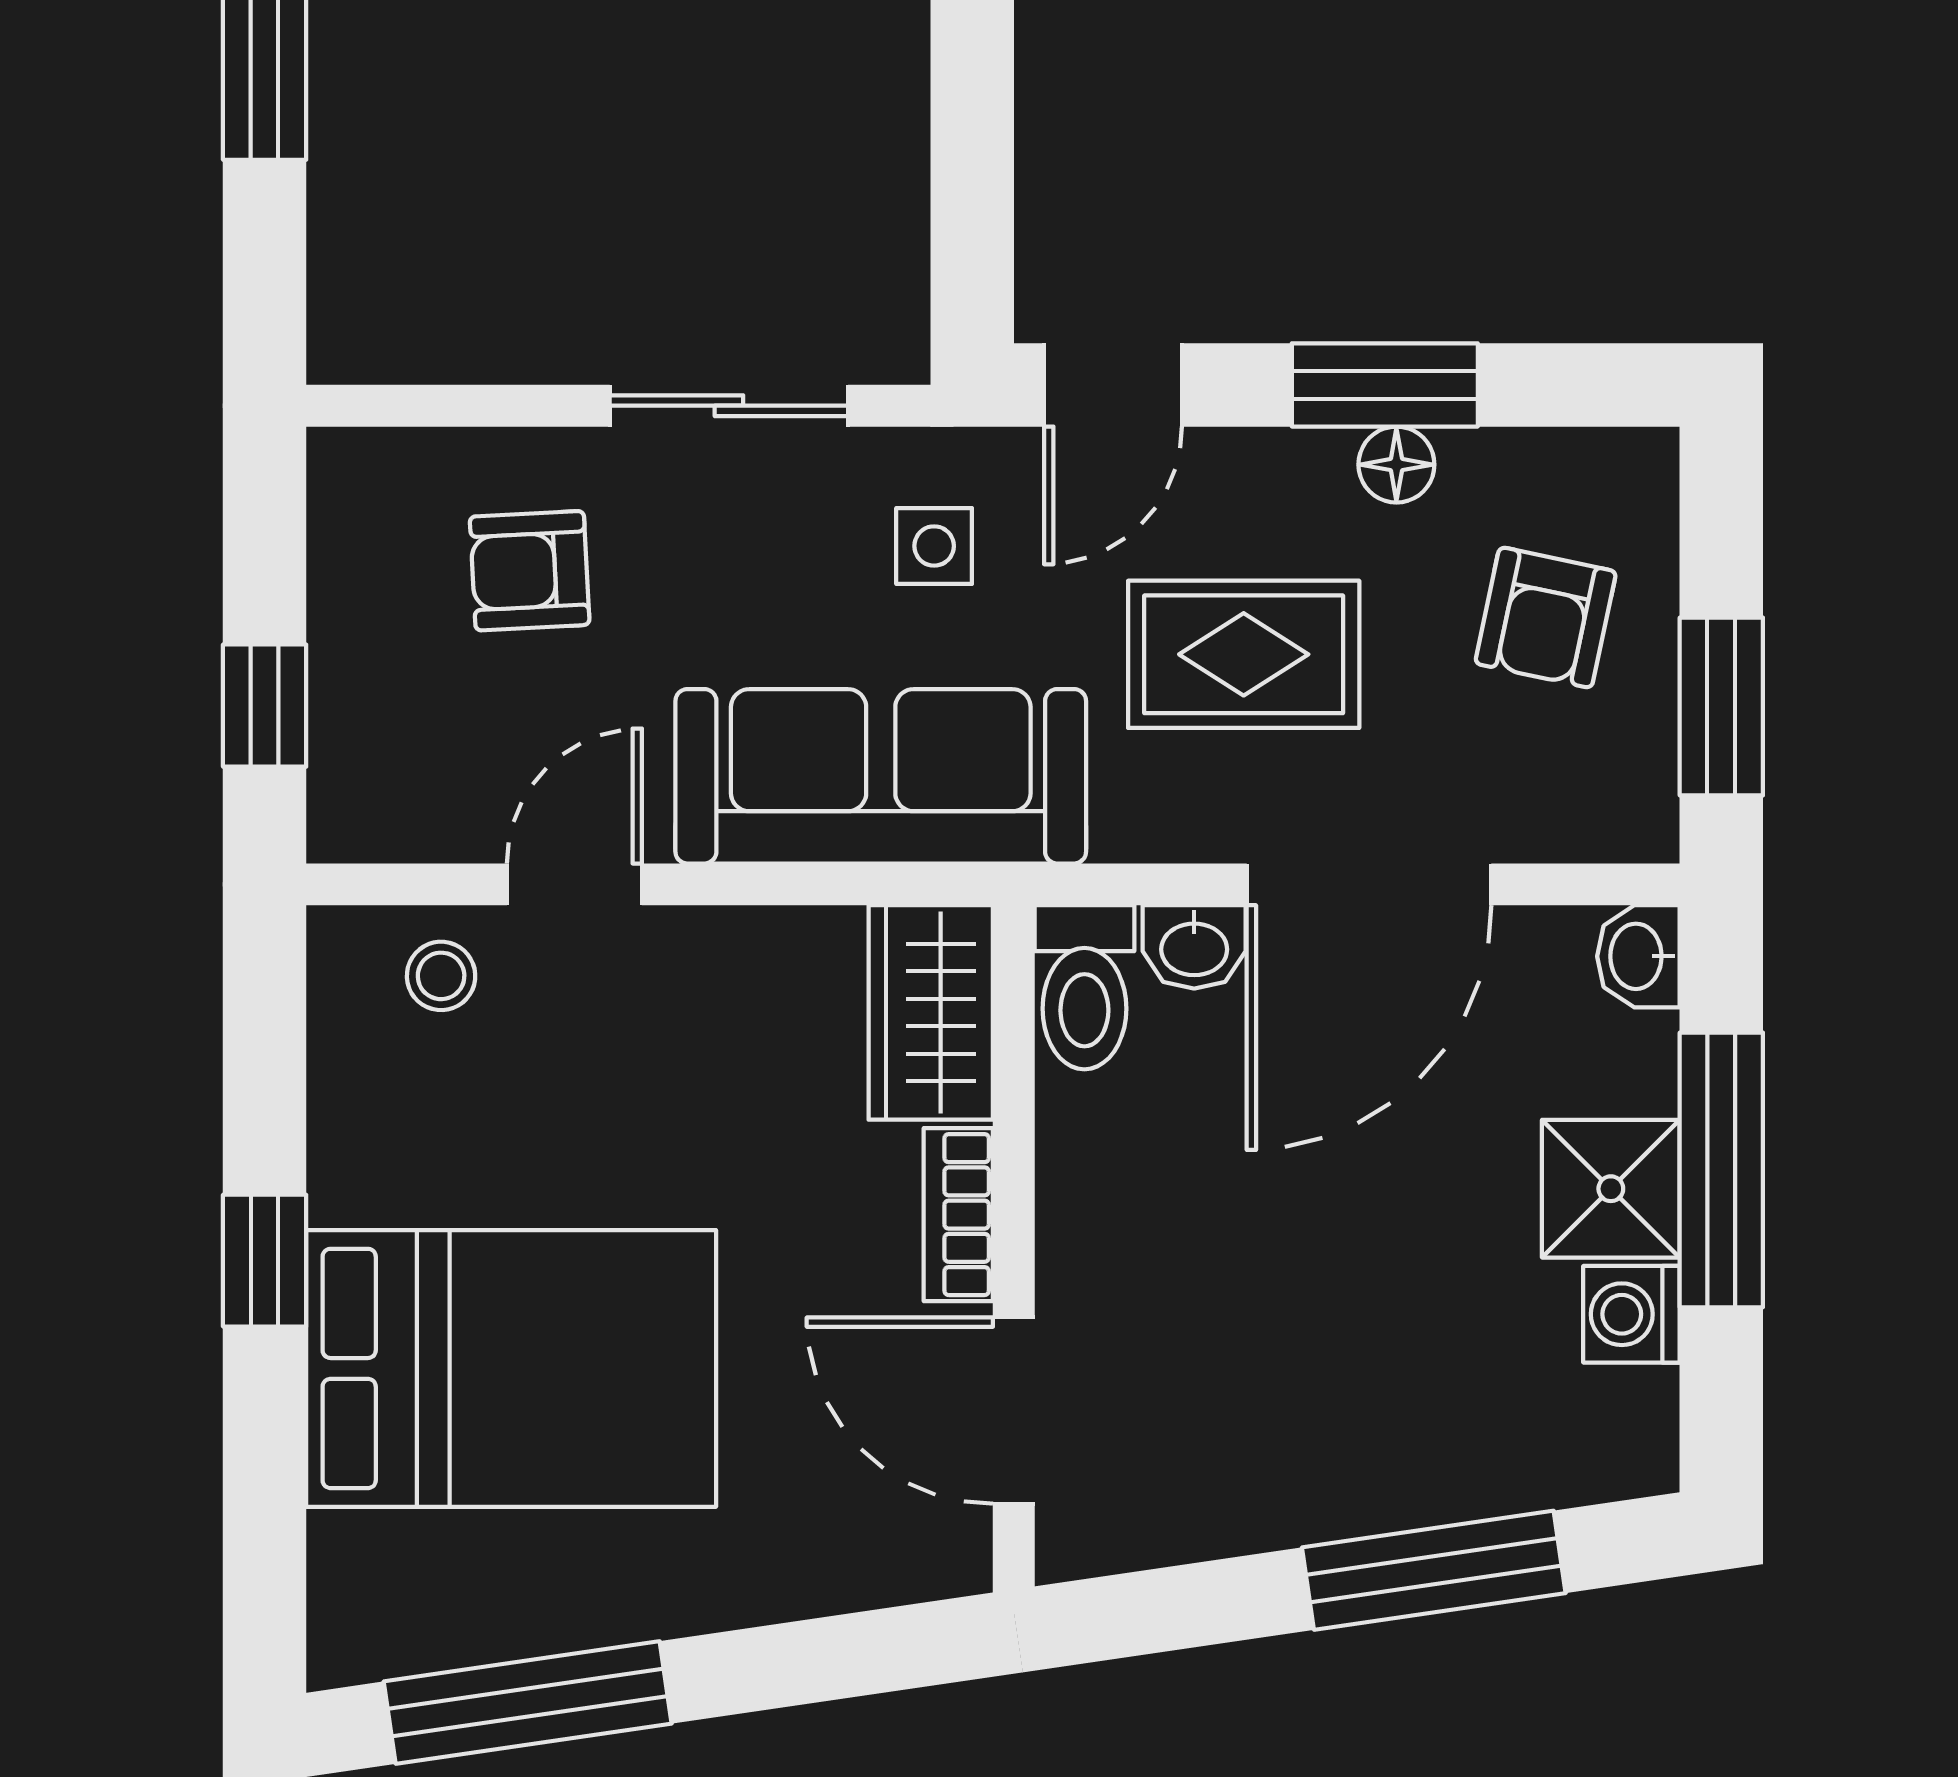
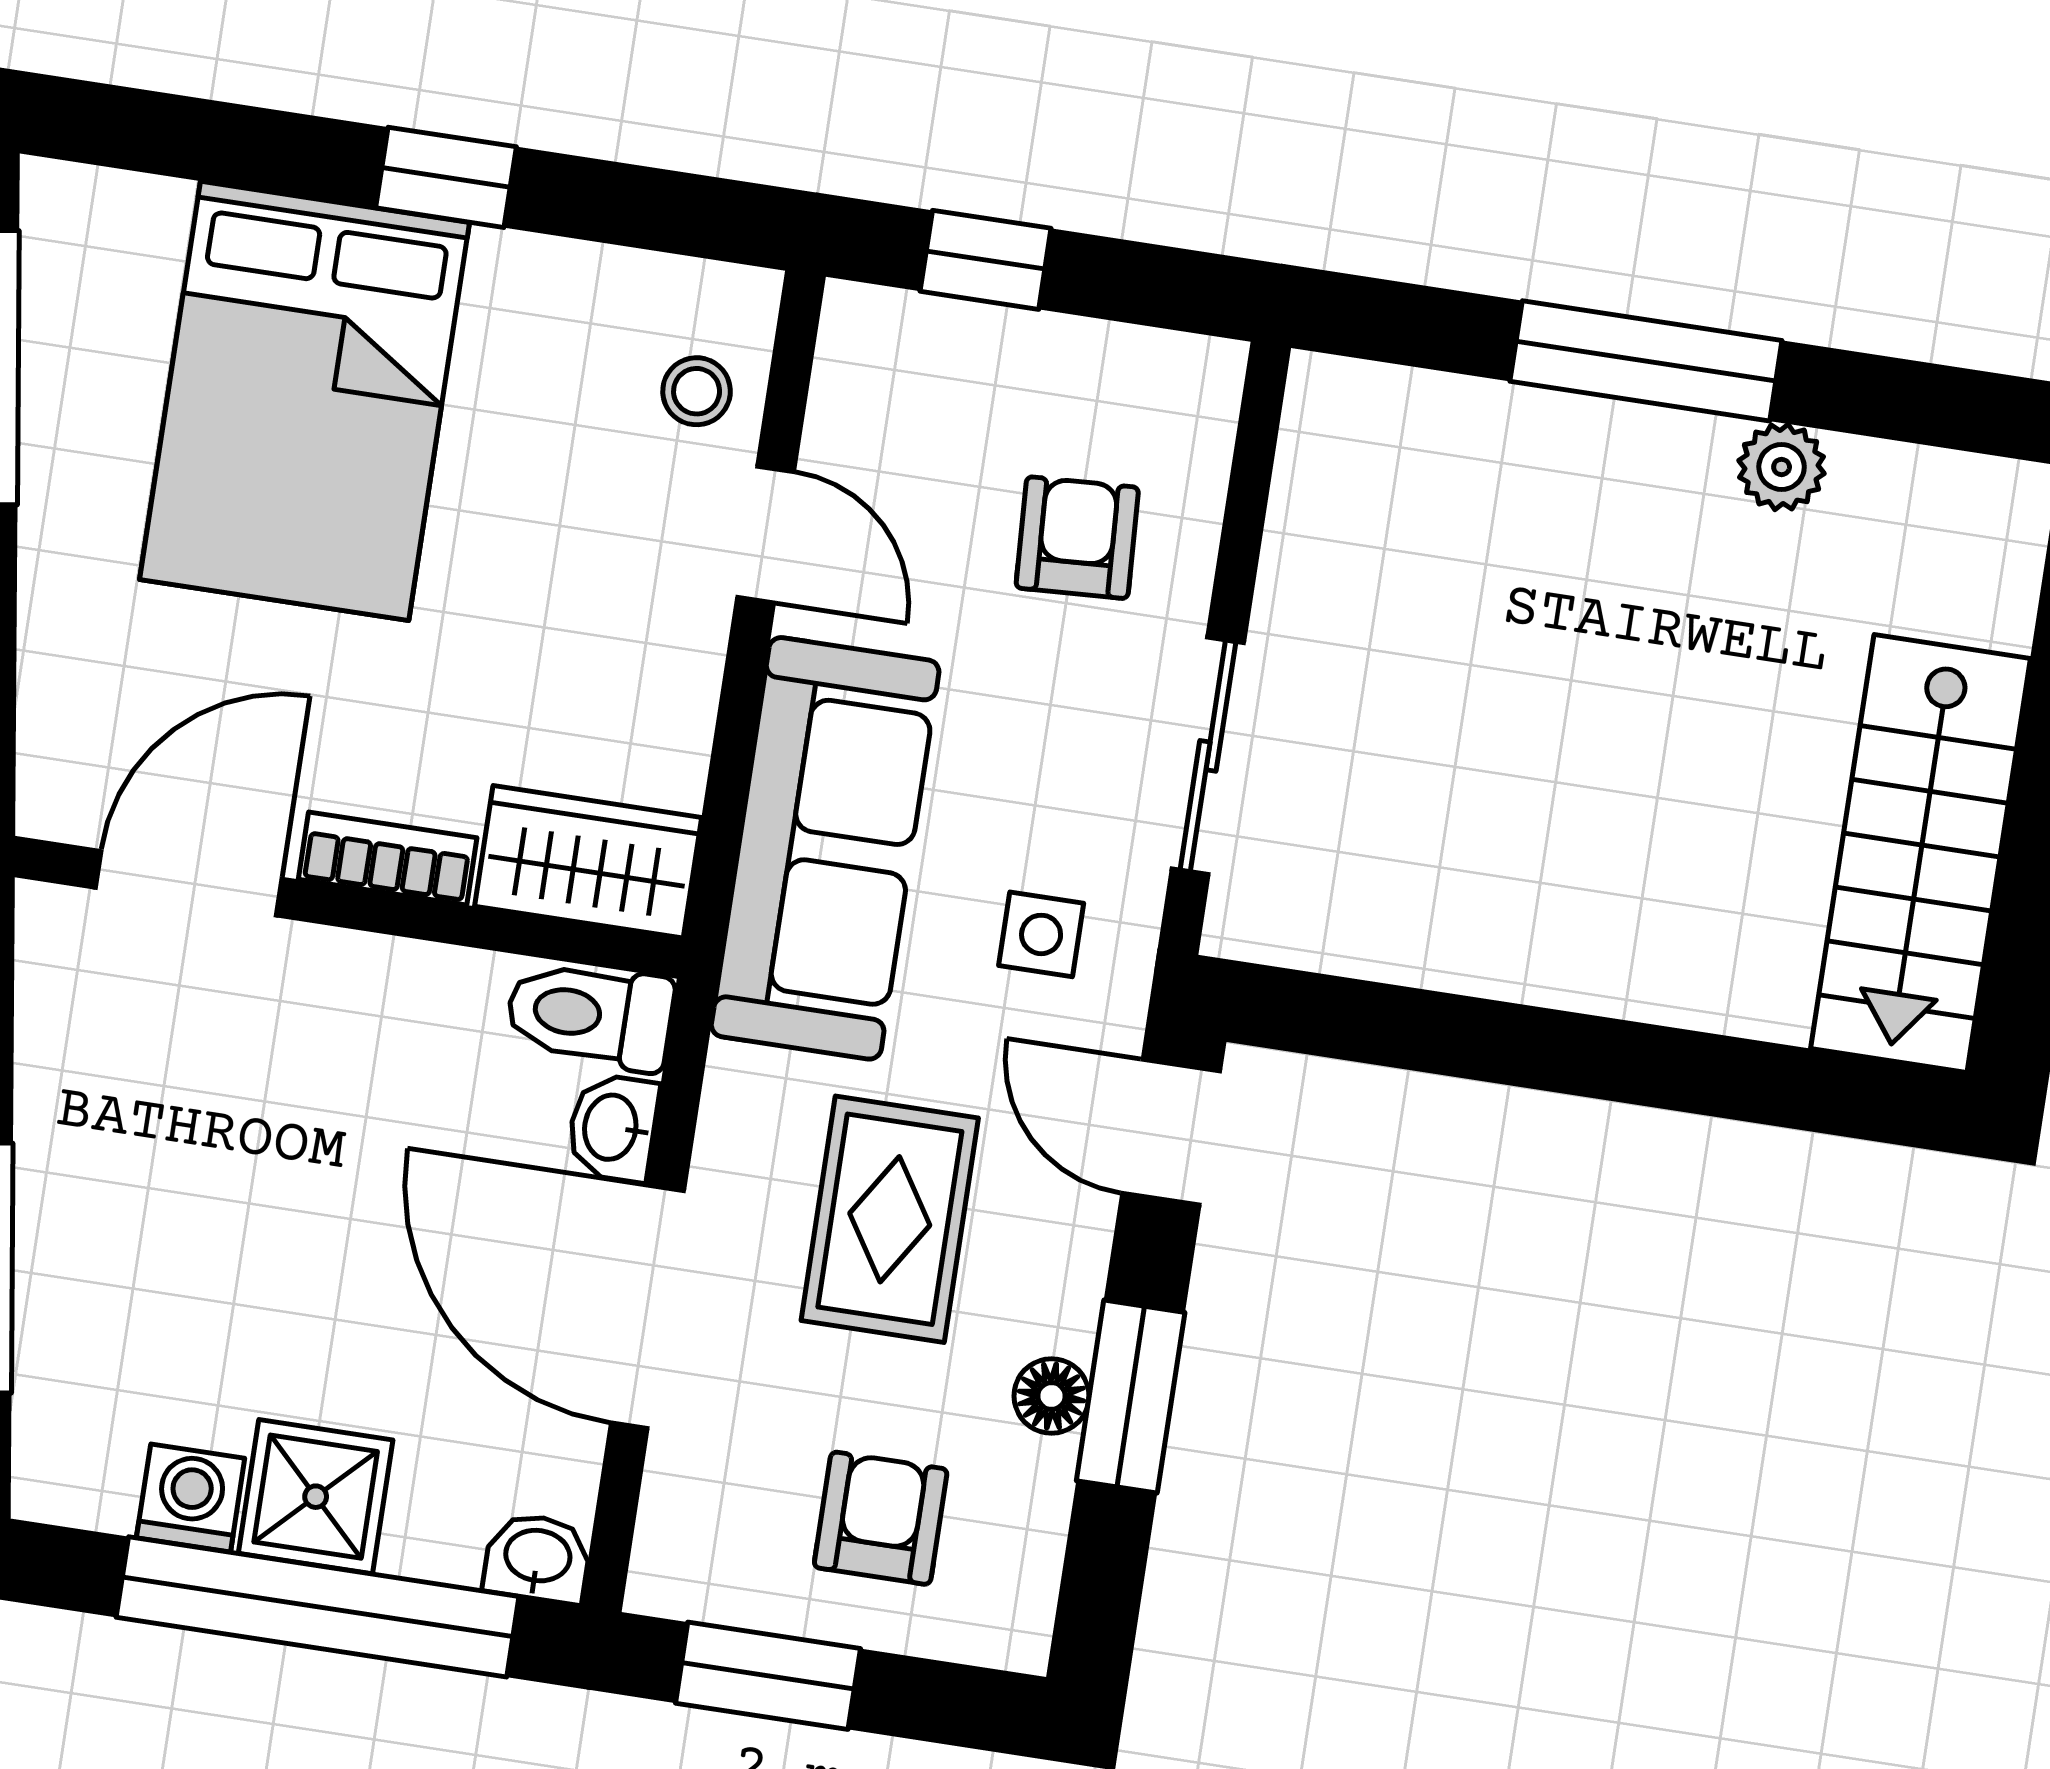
armchair: (1546, 618) -> (881, 1518), turned 78
window: (1721, 1170) -> (318, 1607), width x1.46

